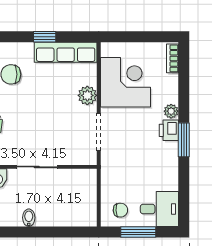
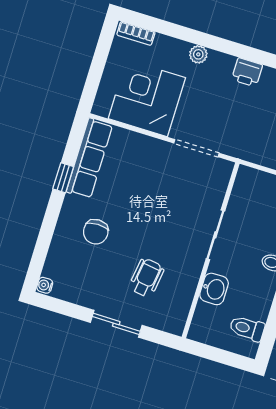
plant: (87, 95) -> (149, 148), removed
printer: (169, 130) -> (247, 72), moved
window: (184, 140) -> (237, 50), removed

